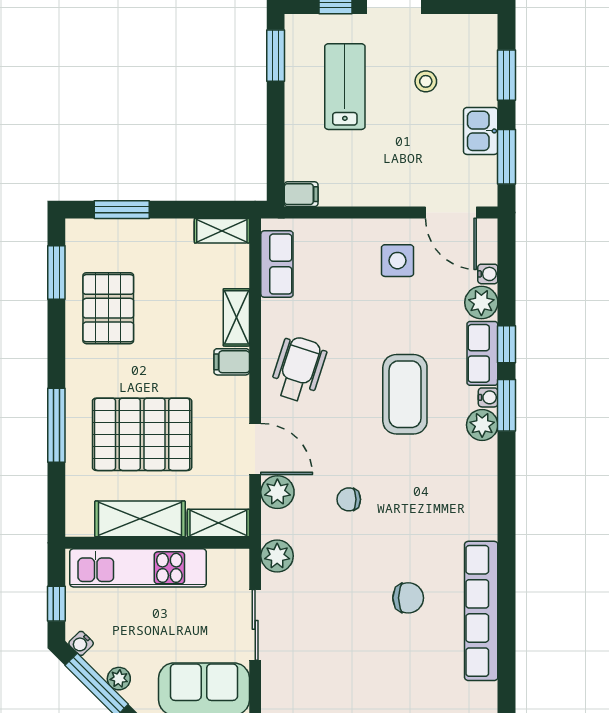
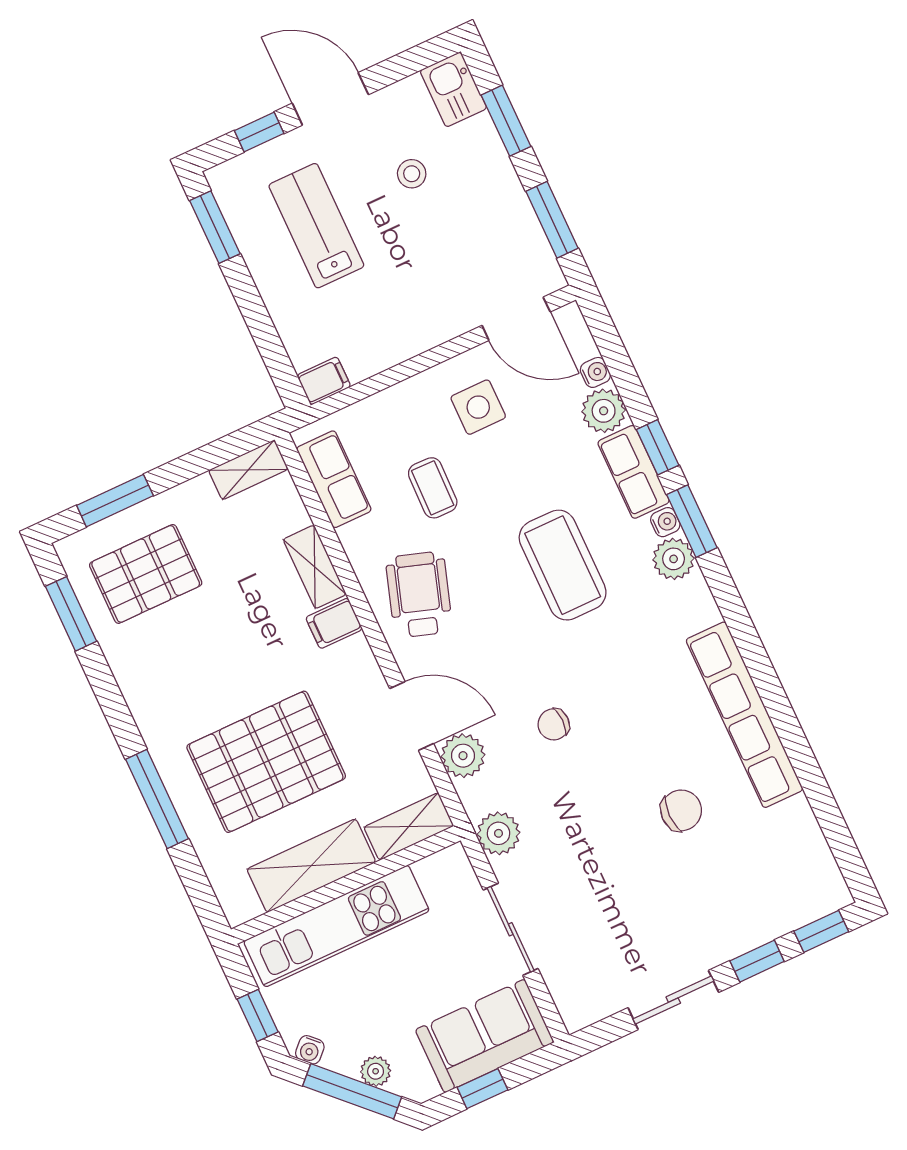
kitchen sink: (481, 131) -> (453, 89), moved
coffee table: (341, 301) -> (433, 488), added
pallet: (108, 308) -> (146, 574), moved, turned 90
row of seats: (481, 611) -> (744, 715), moved

